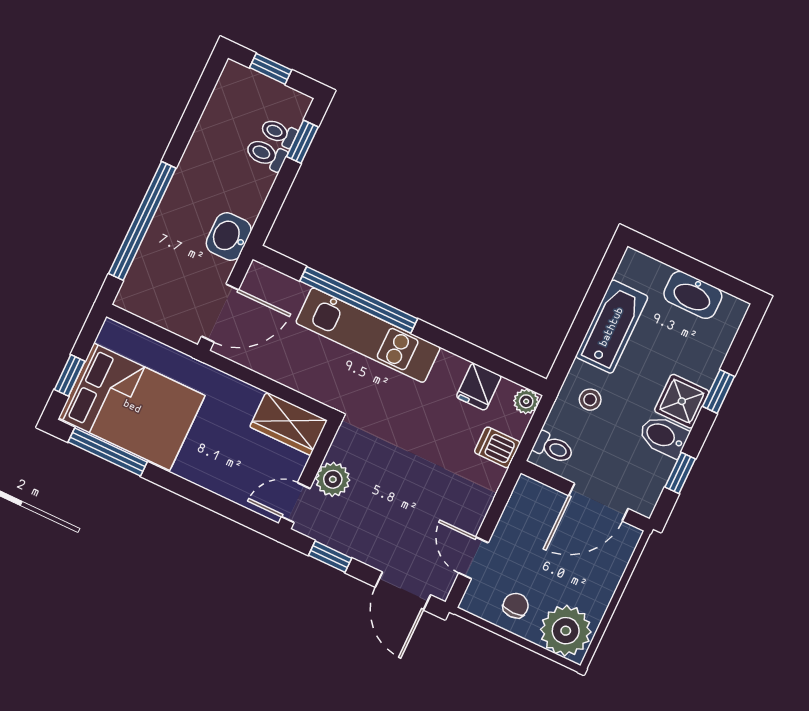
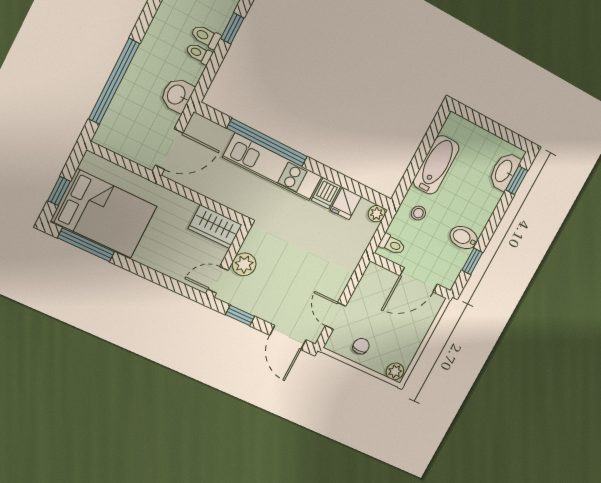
toilet: (279, 133) -> (199, 53), moved
washbasin: (693, 295) -> (504, 171), moved, turned 90
window: (719, 391) -> (517, 180), moved
shower: (682, 401) -> (477, 215), removed
dishwasher: (497, 447) -> (326, 193), moved, turned -90
plant: (566, 631) -> (395, 371), width x0.53, depth x0.53

